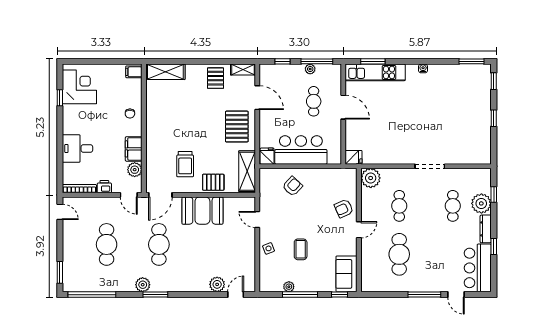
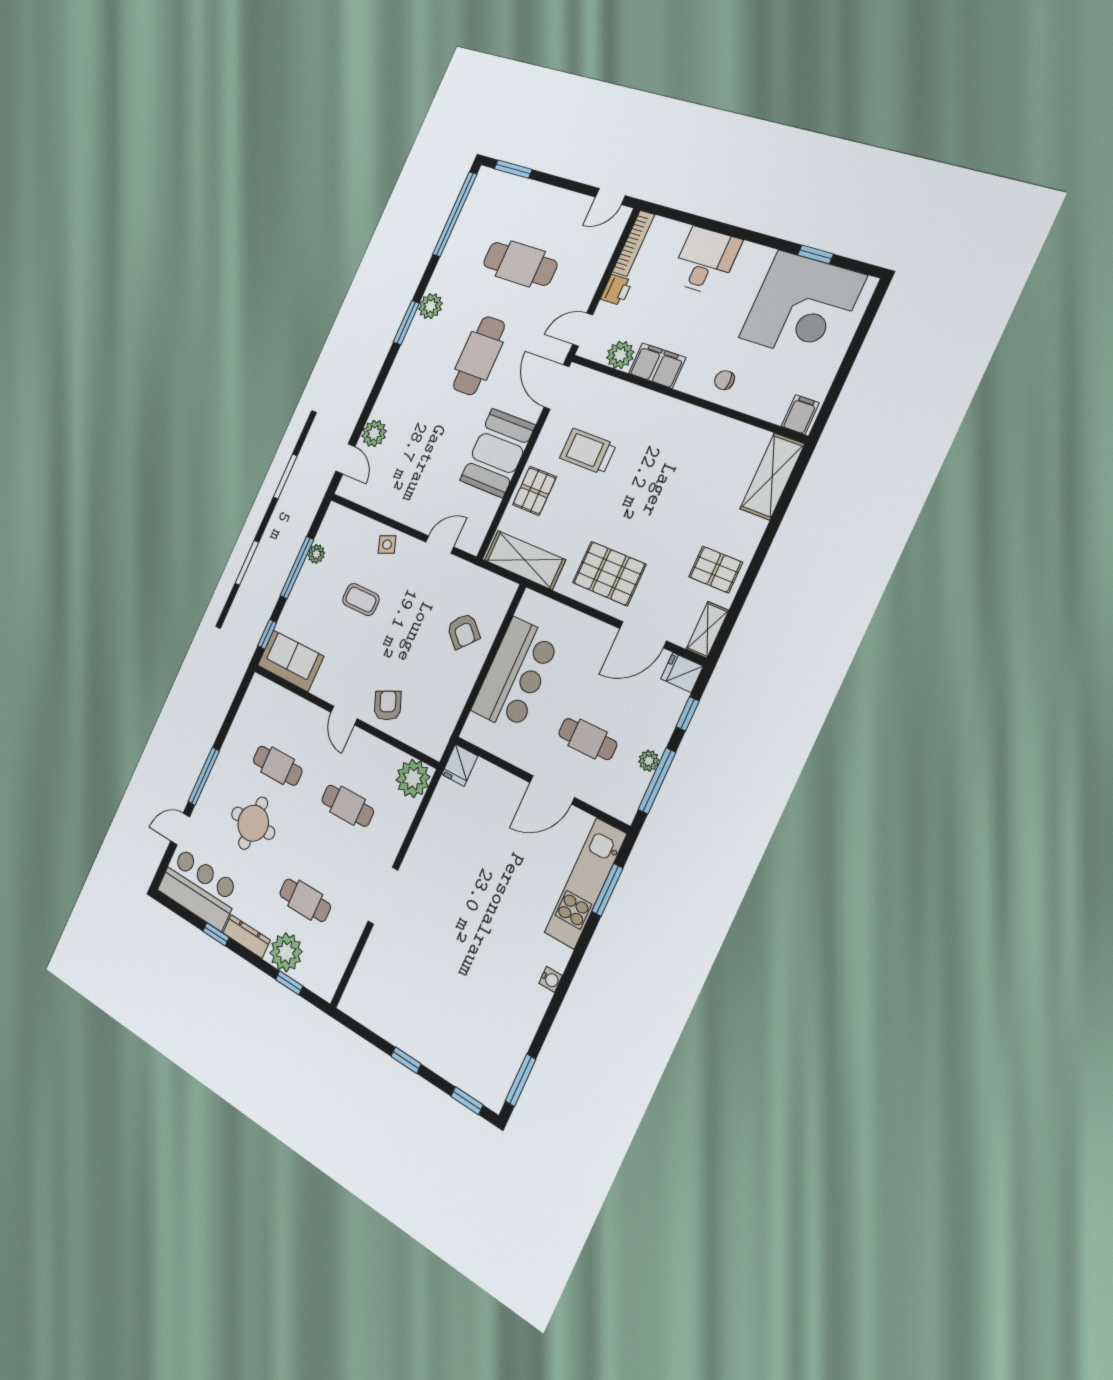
corner desk: (79, 87) -> (802, 307), width x1.36, depth x1.36
fridge: (267, 156) -> (682, 673), moved, turned 180
cafe table: (159, 244) -> (479, 356), turned 90
cafe table: (399, 254) -> (278, 766), width x0.73, depth x0.74
round table: (432, 254) -> (253, 823), added

